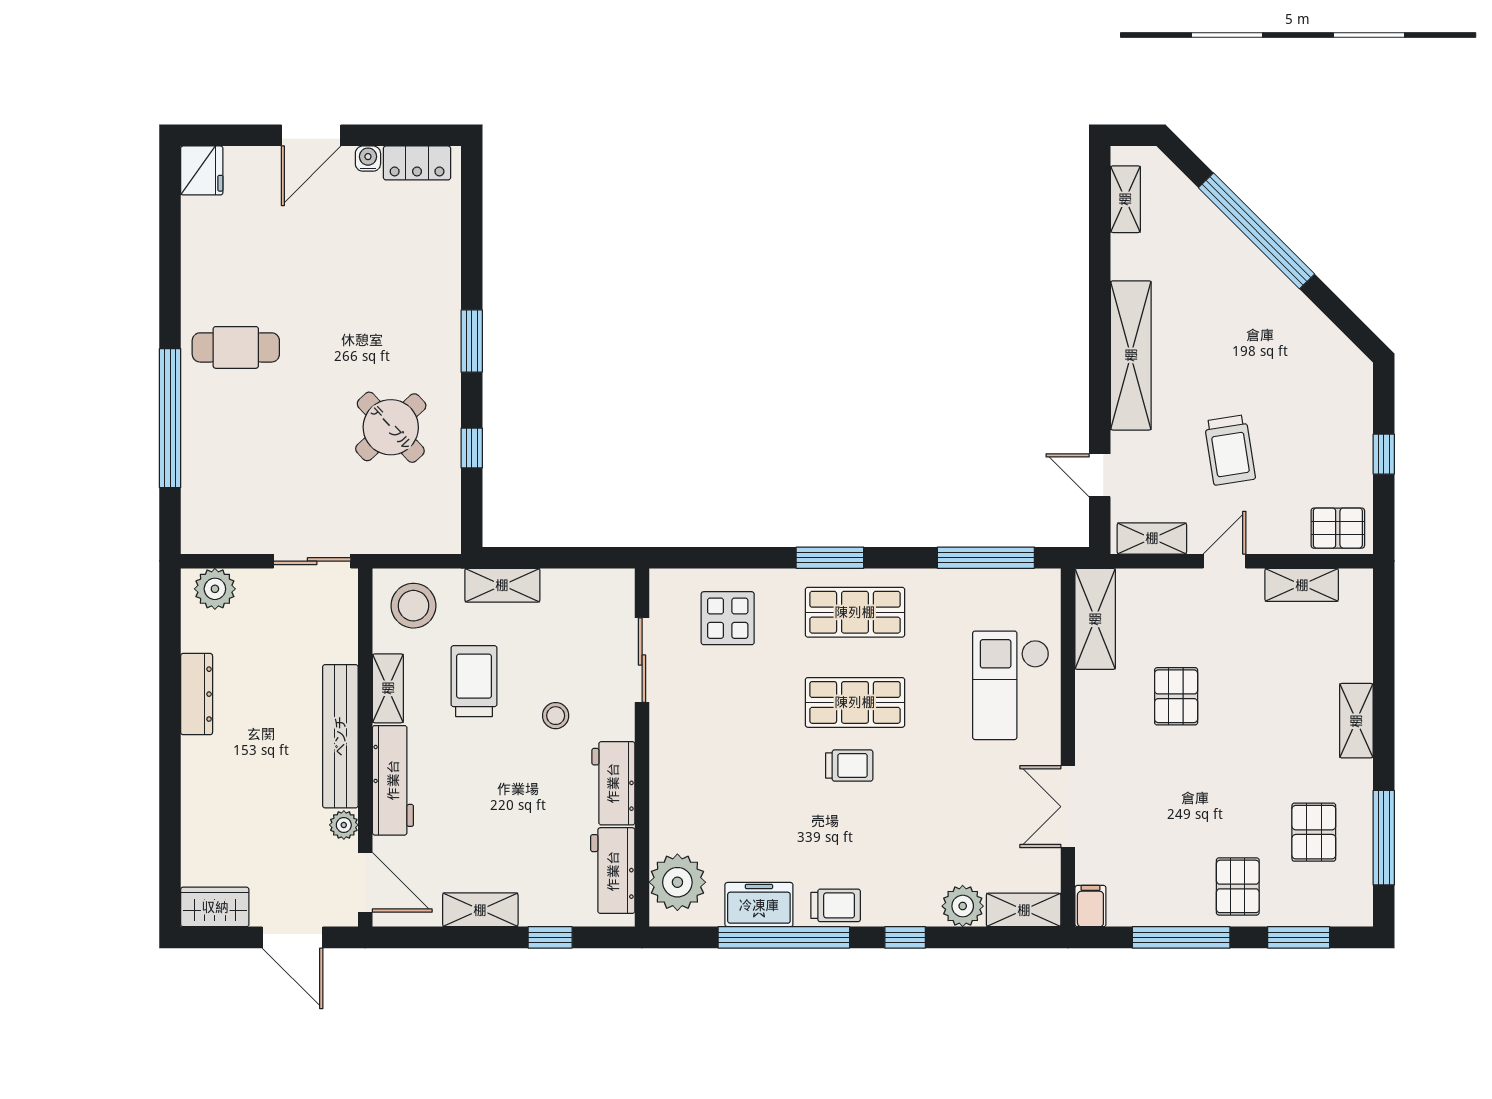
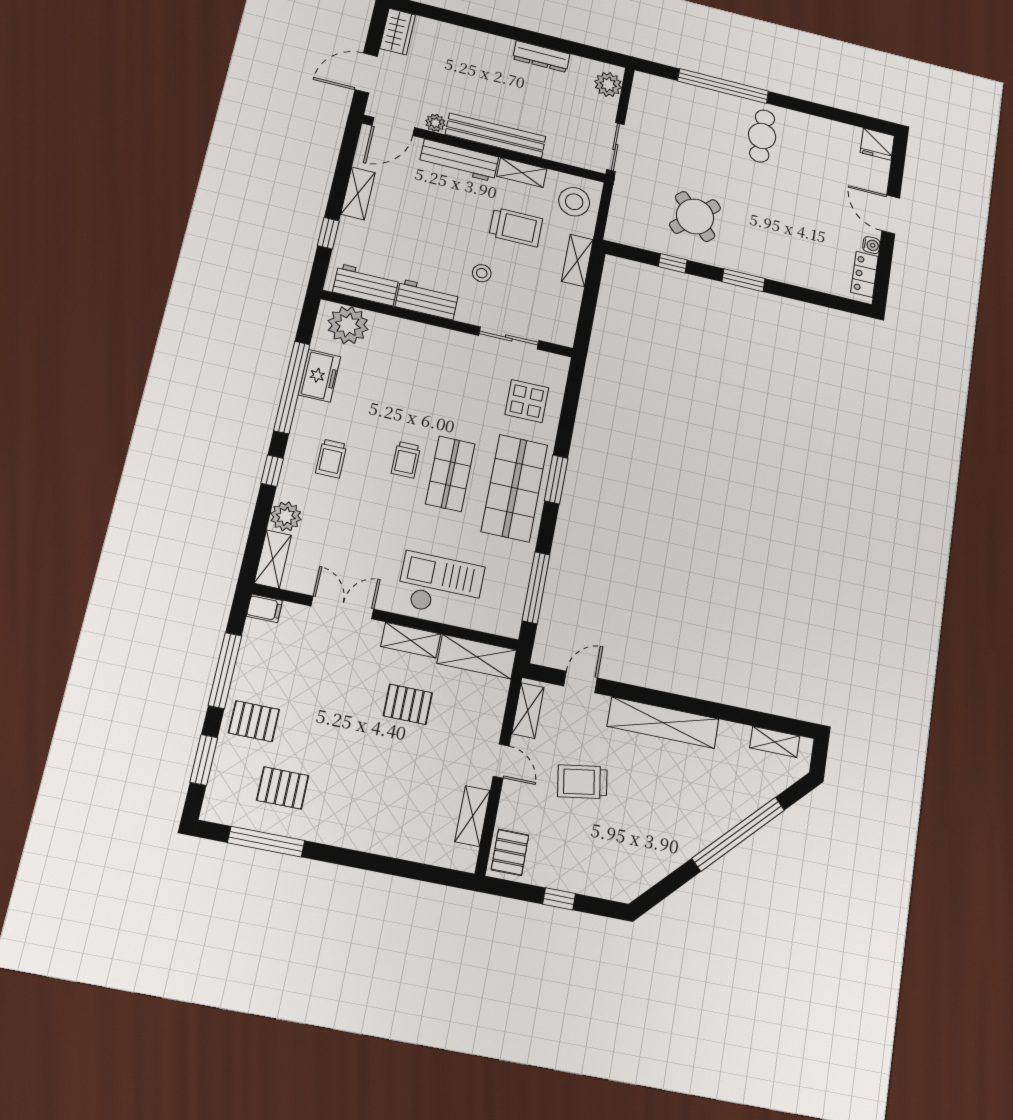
shop shelf: (855, 612) -> (514, 488), width x1.43, depth x1.36
shelving: (1356, 721) -> (411, 640), moved
trolley: (836, 905) -> (331, 459), moved

